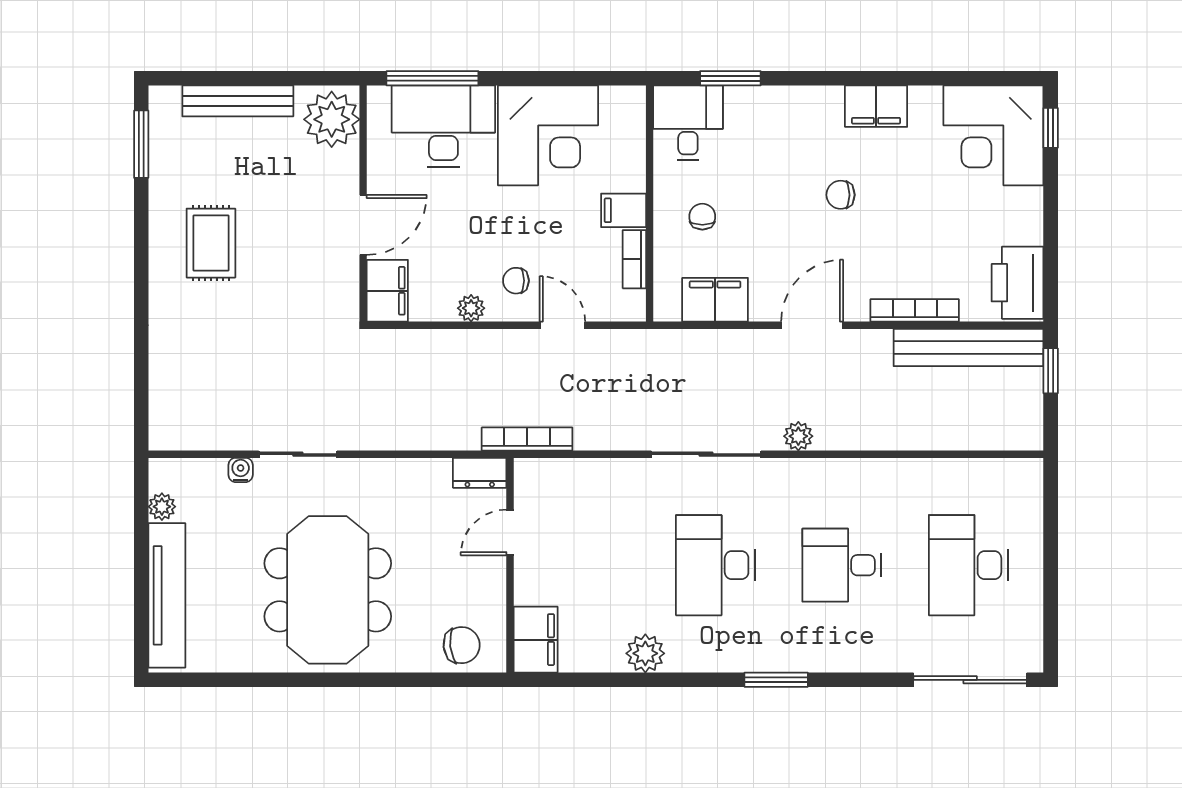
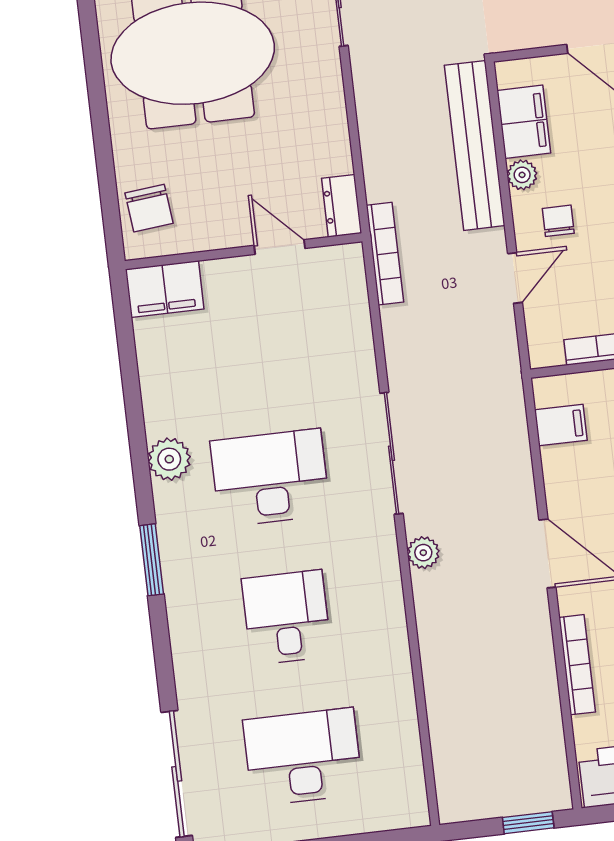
filing cabinet: (387, 291) -> (524, 122), moved, turned -90
filing cabinet: (715, 300) -> (561, 425), width x0.50
bench: (969, 348) -> (475, 145), moved
plant: (645, 653) -> (169, 459), moved

